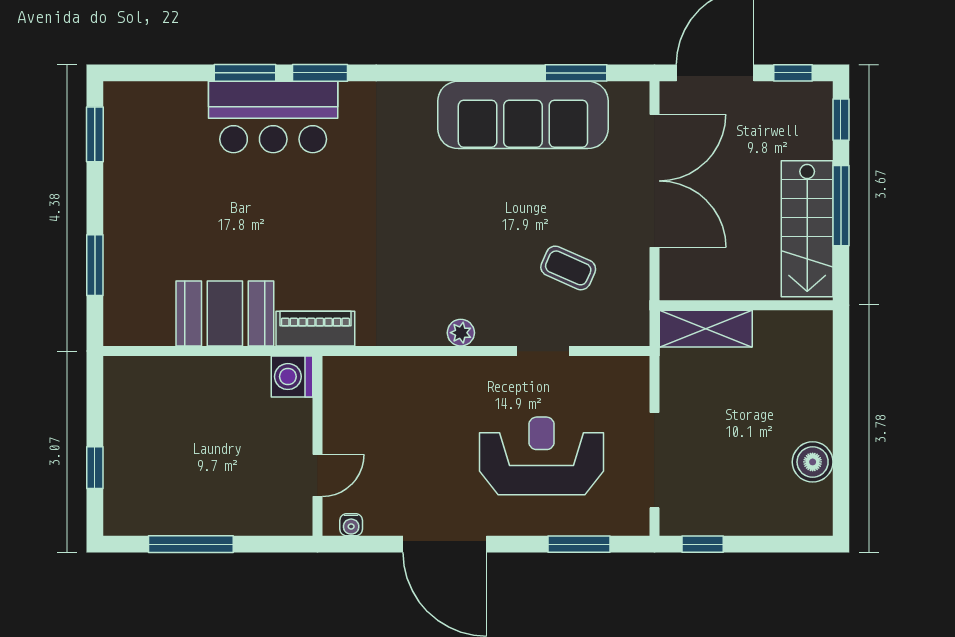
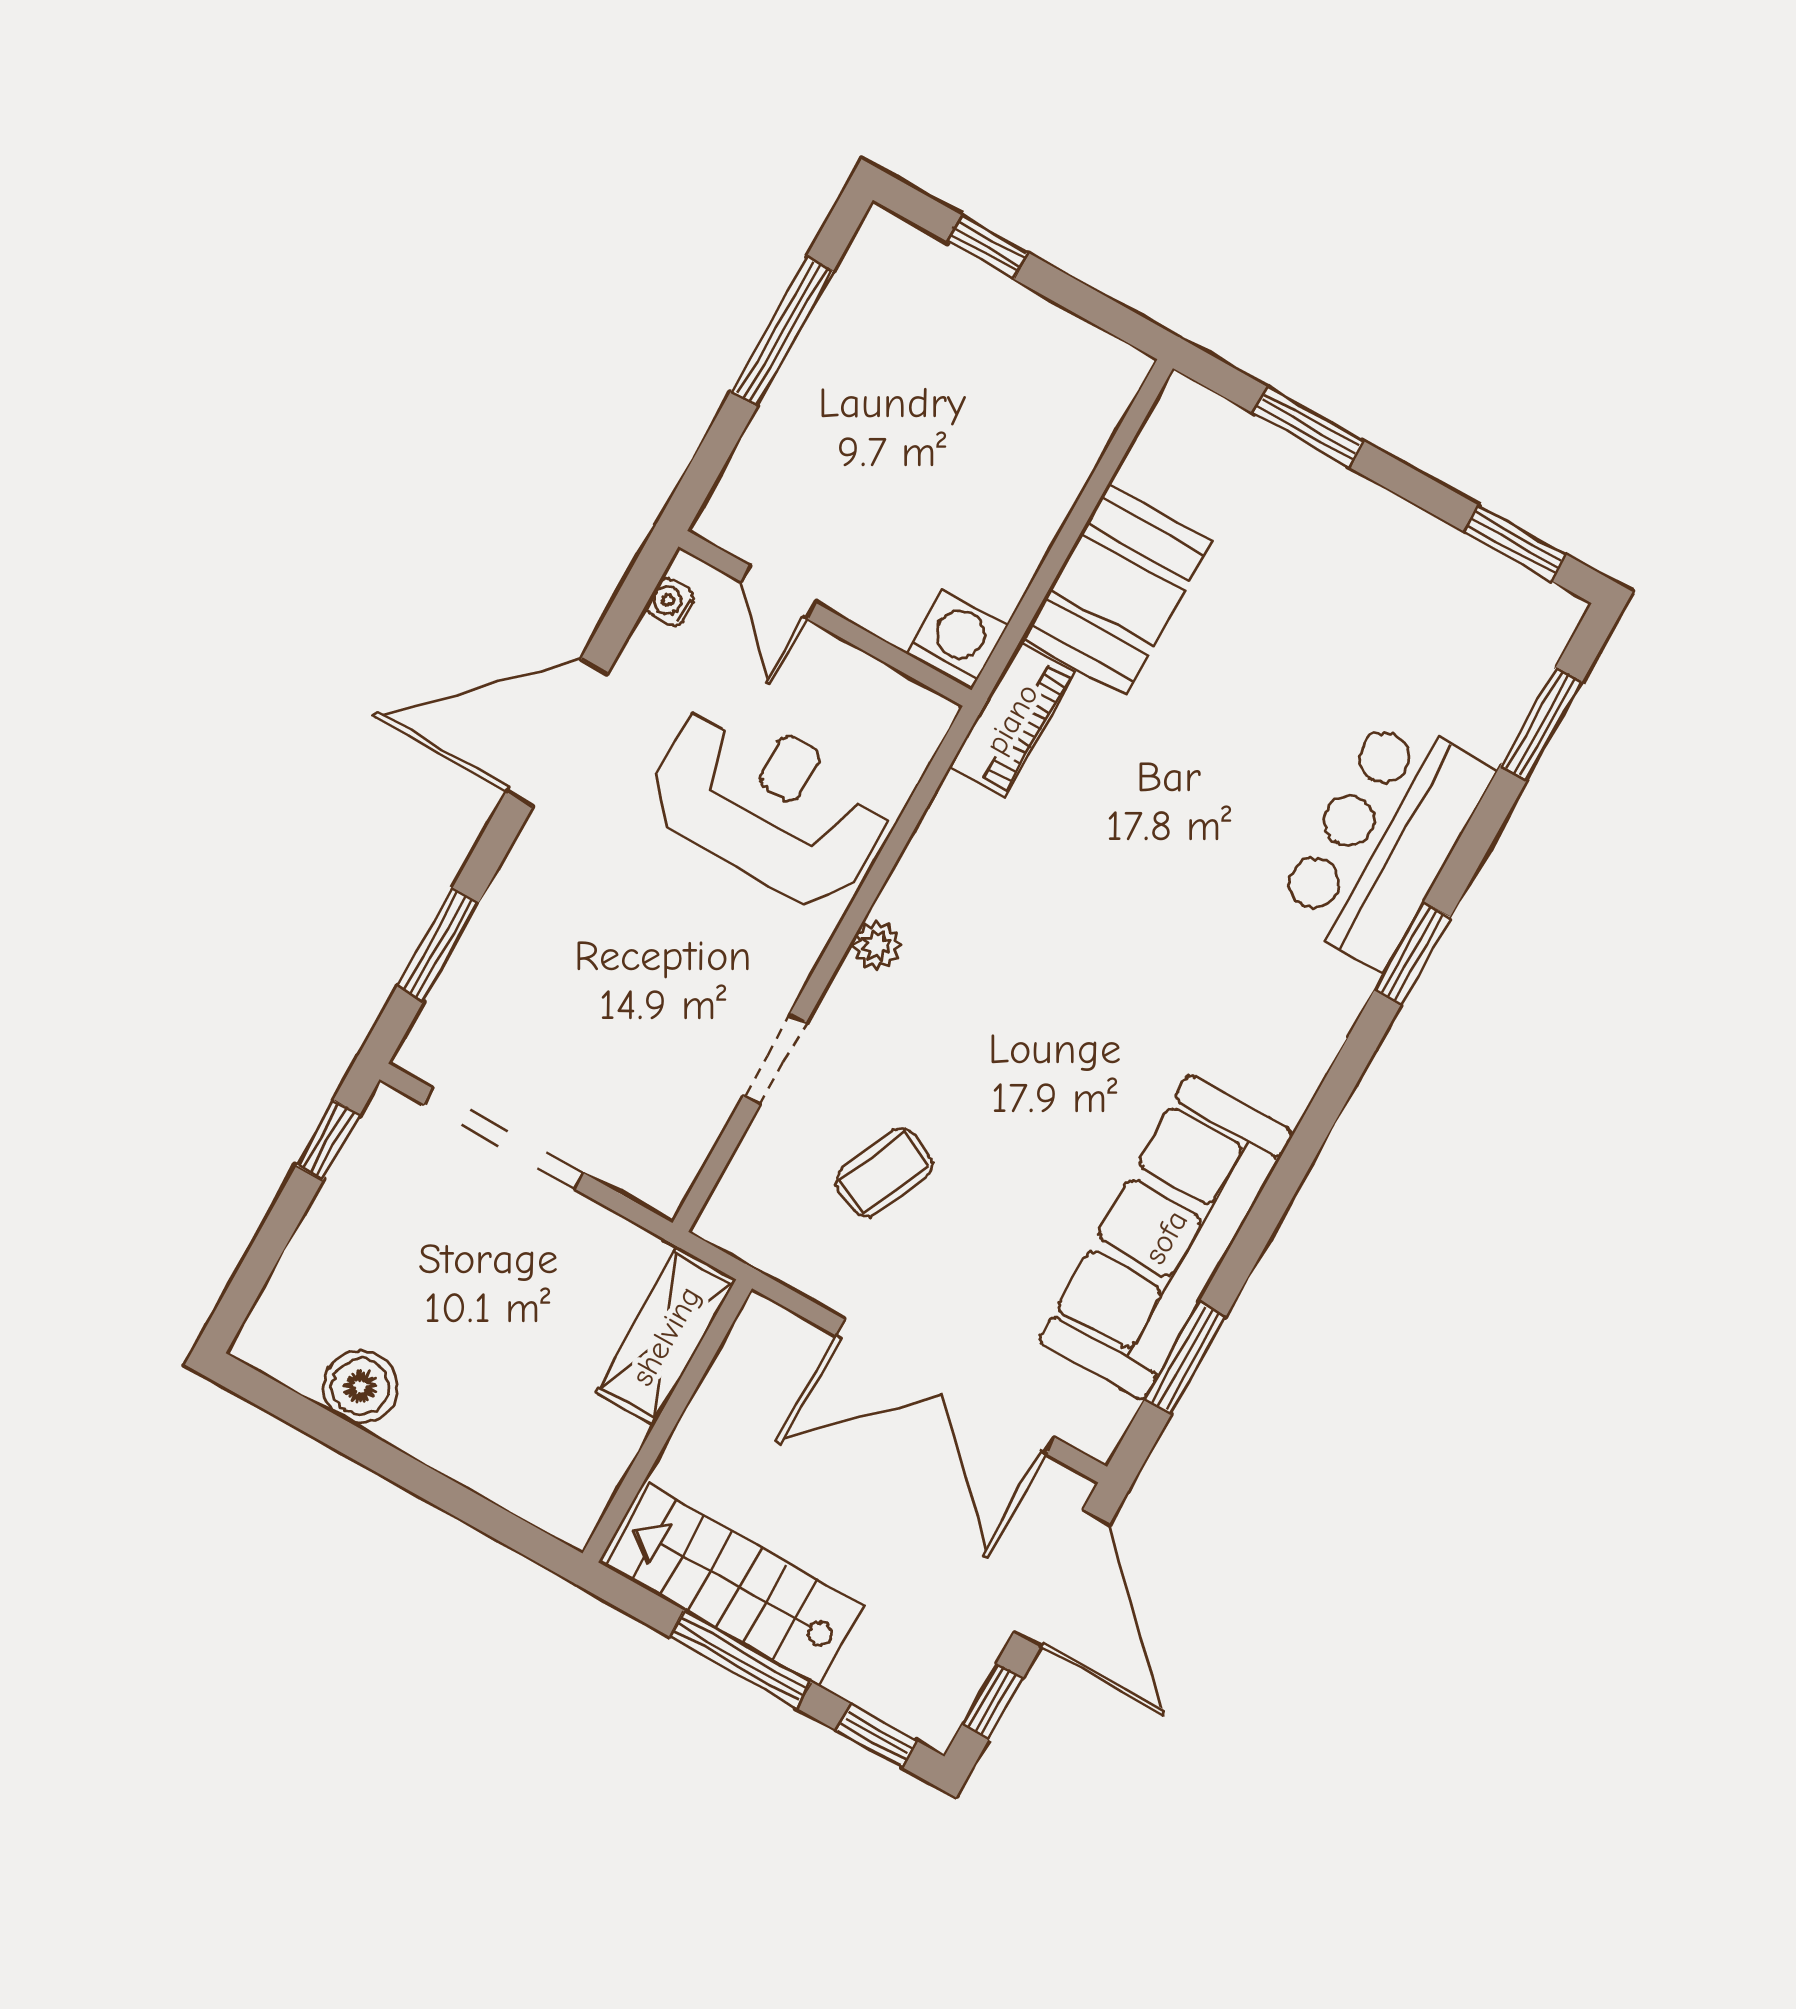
window: (245, 73) -> (1541, 724), moved
reception desk: (542, 456) -> (770, 804), moved, turned -90

